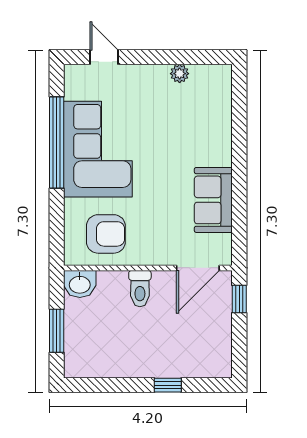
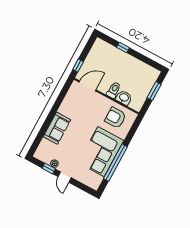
door: (104, 57) -> (65, 177), moved
window: (186, 57) -> (49, 169), added
sofa: (213, 200) -> (57, 128), moved
washbasin: (80, 284) -> (124, 98), moved

